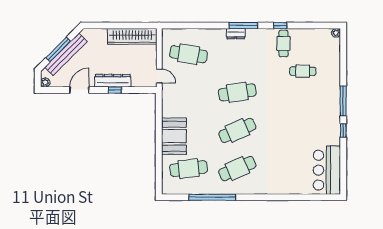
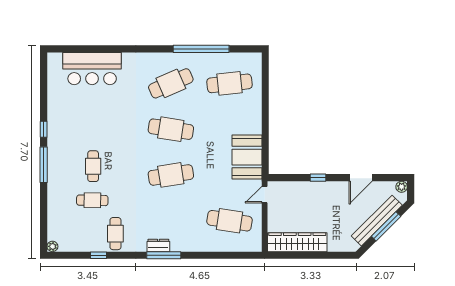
window: (280, 25) -> (99, 255), moved
dresser: (236, 34) -> (158, 245), moved
door: (159, 76) -> (265, 195), hinge flipped
dresser: (113, 81) -> (320, 189), removed
cafe table: (302, 100) -> (93, 166), added
cafe table: (237, 130) -> (171, 129), turned 33
booth: (174, 136) -> (247, 157), moved
bar counter: (327, 170) -> (92, 69), moved, turned 90

